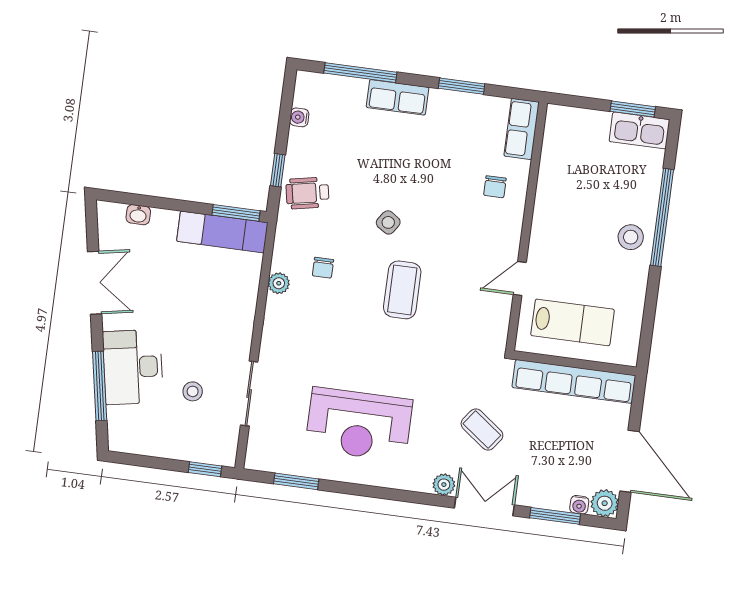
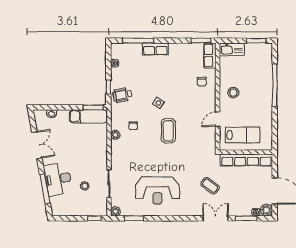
window: (462, 86) -> (201, 41), moved
kitchen sink: (639, 130) -> (232, 49), moved
stool: (631, 237) -> (233, 93), moved
plant: (444, 485) -> (115, 211), moved

